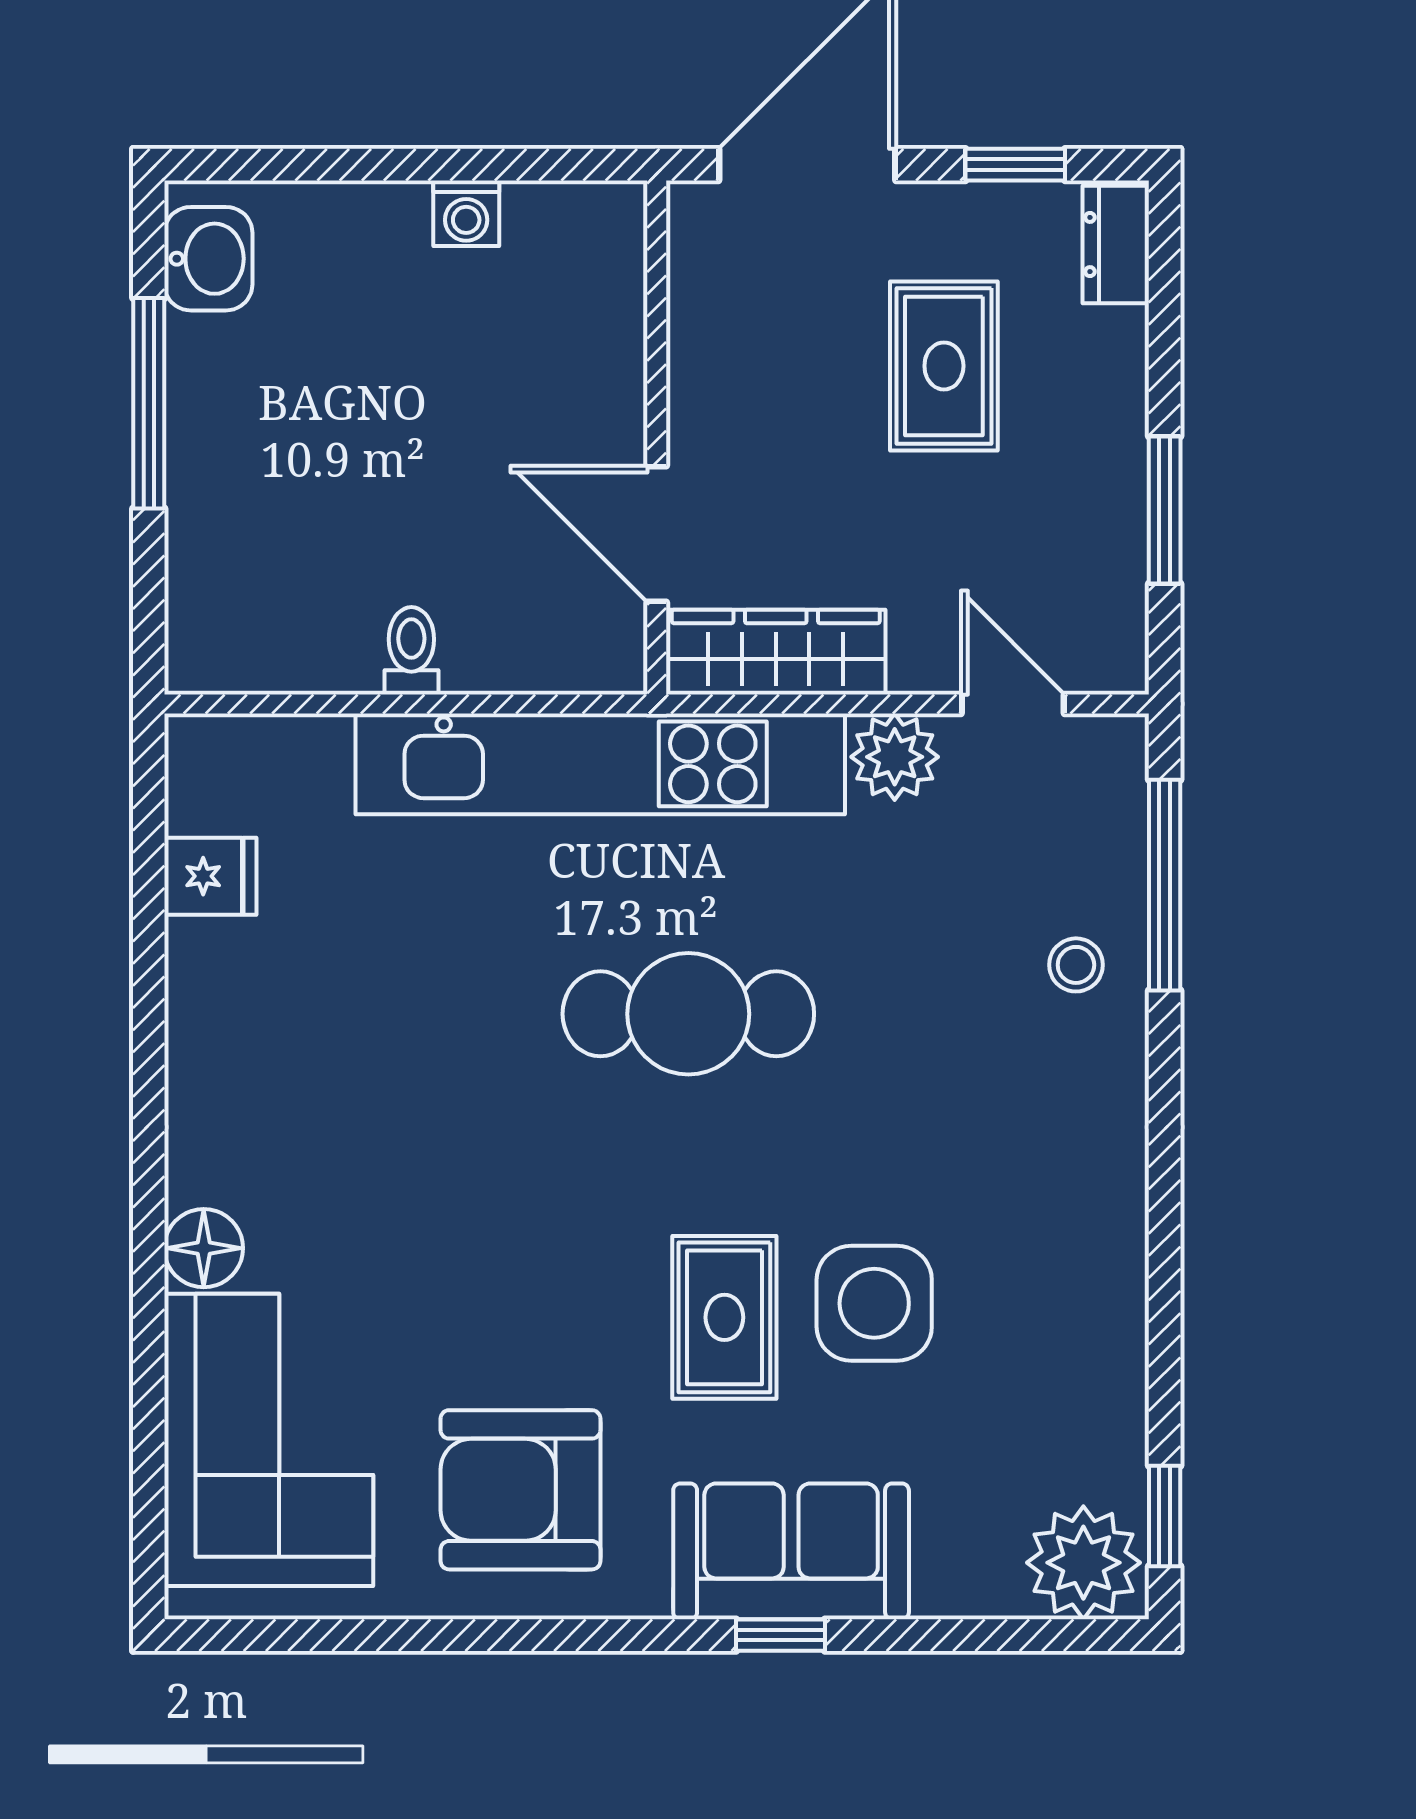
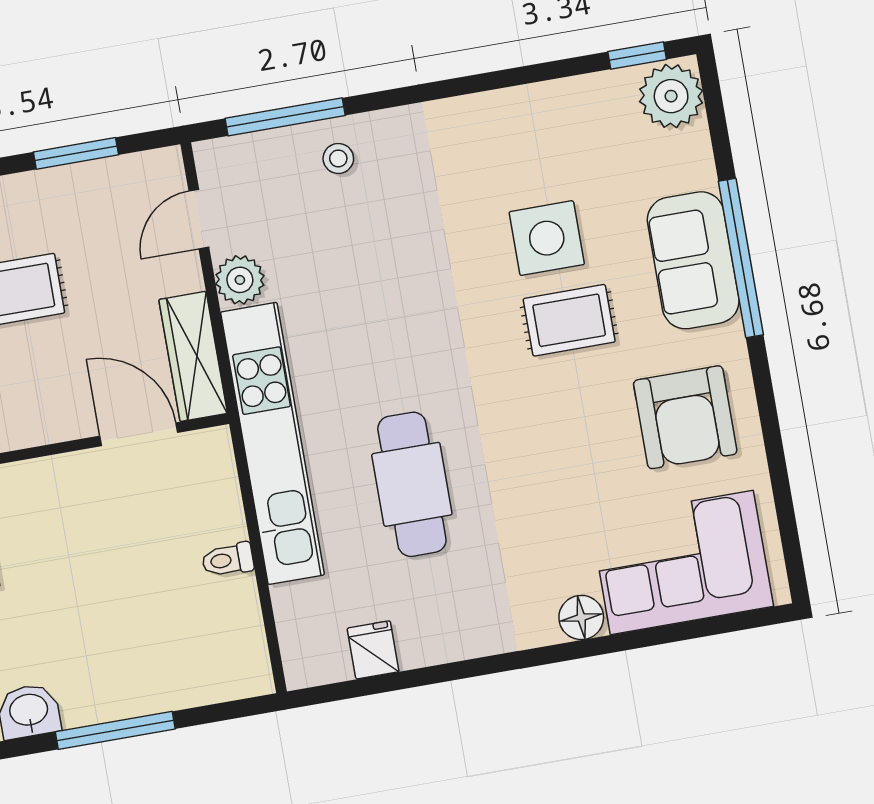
door: (657, 534) -> (139, 434), swing flipped
cafe table: (688, 1014) -> (412, 484), moved
window: (781, 1635) -> (741, 258), width x3.17

